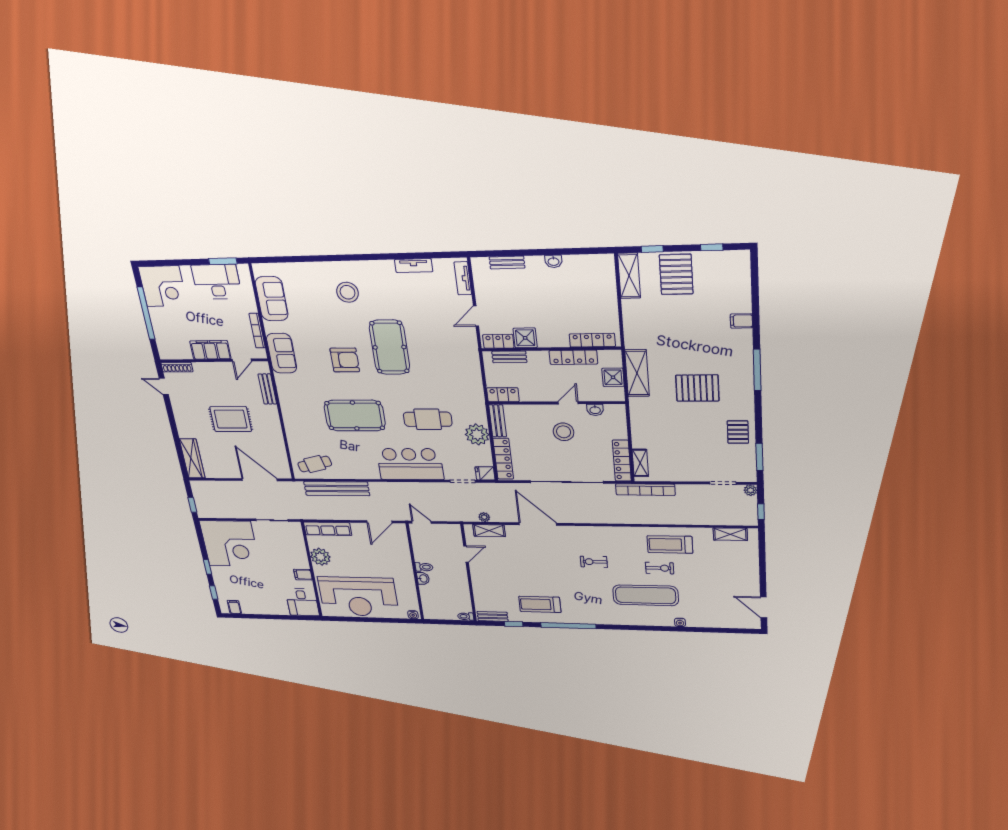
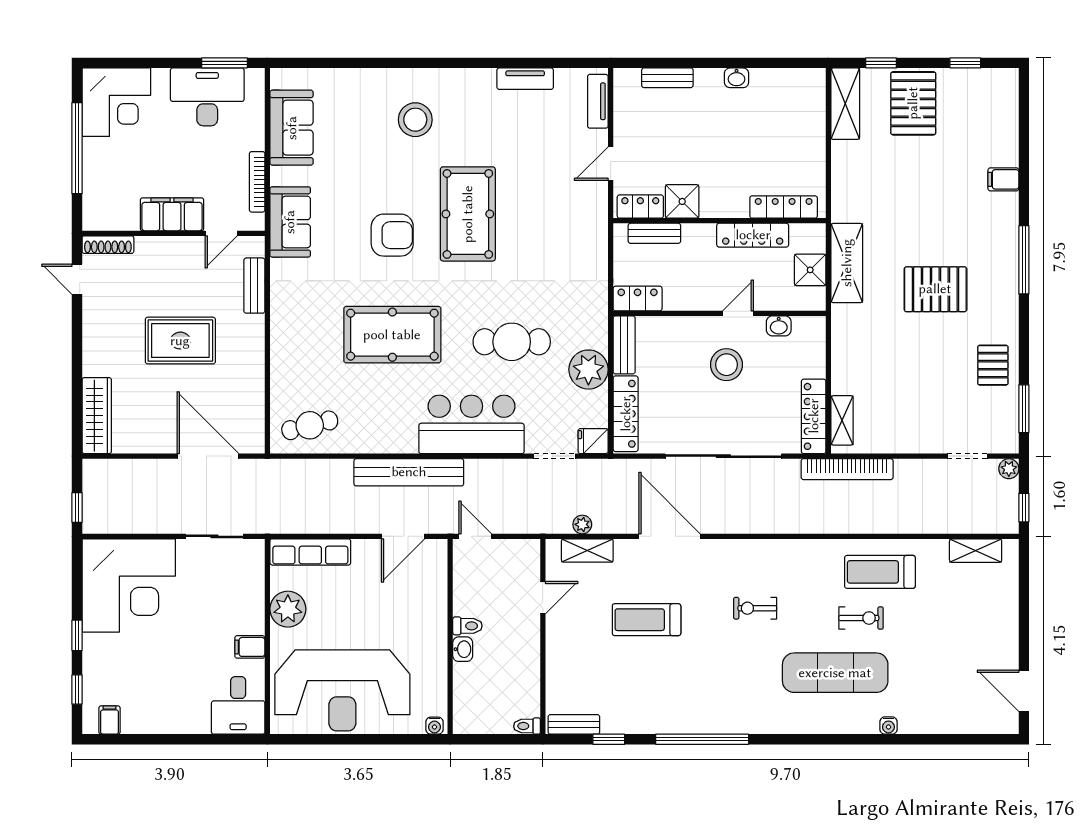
bench: (337, 489) -> (409, 472), moved
treadmill: (540, 604) -> (647, 620), moved

